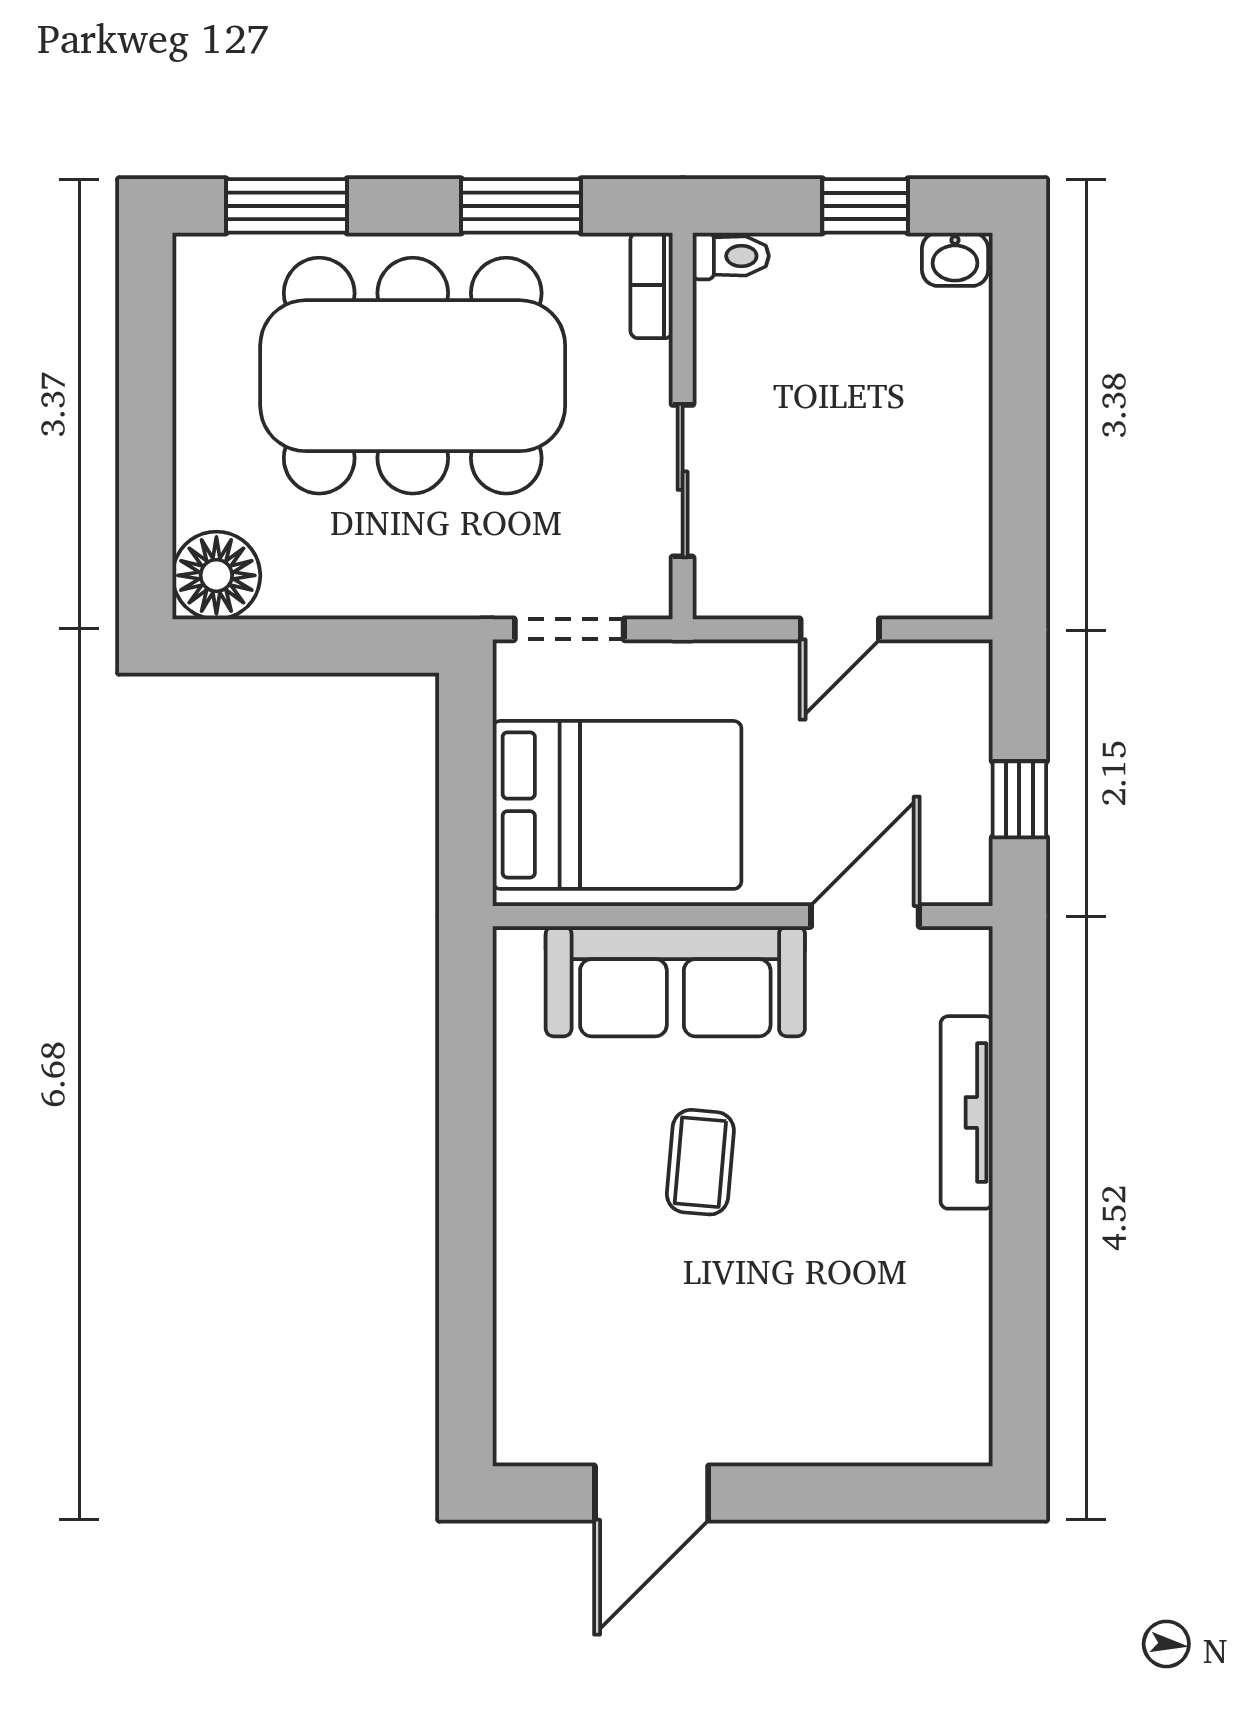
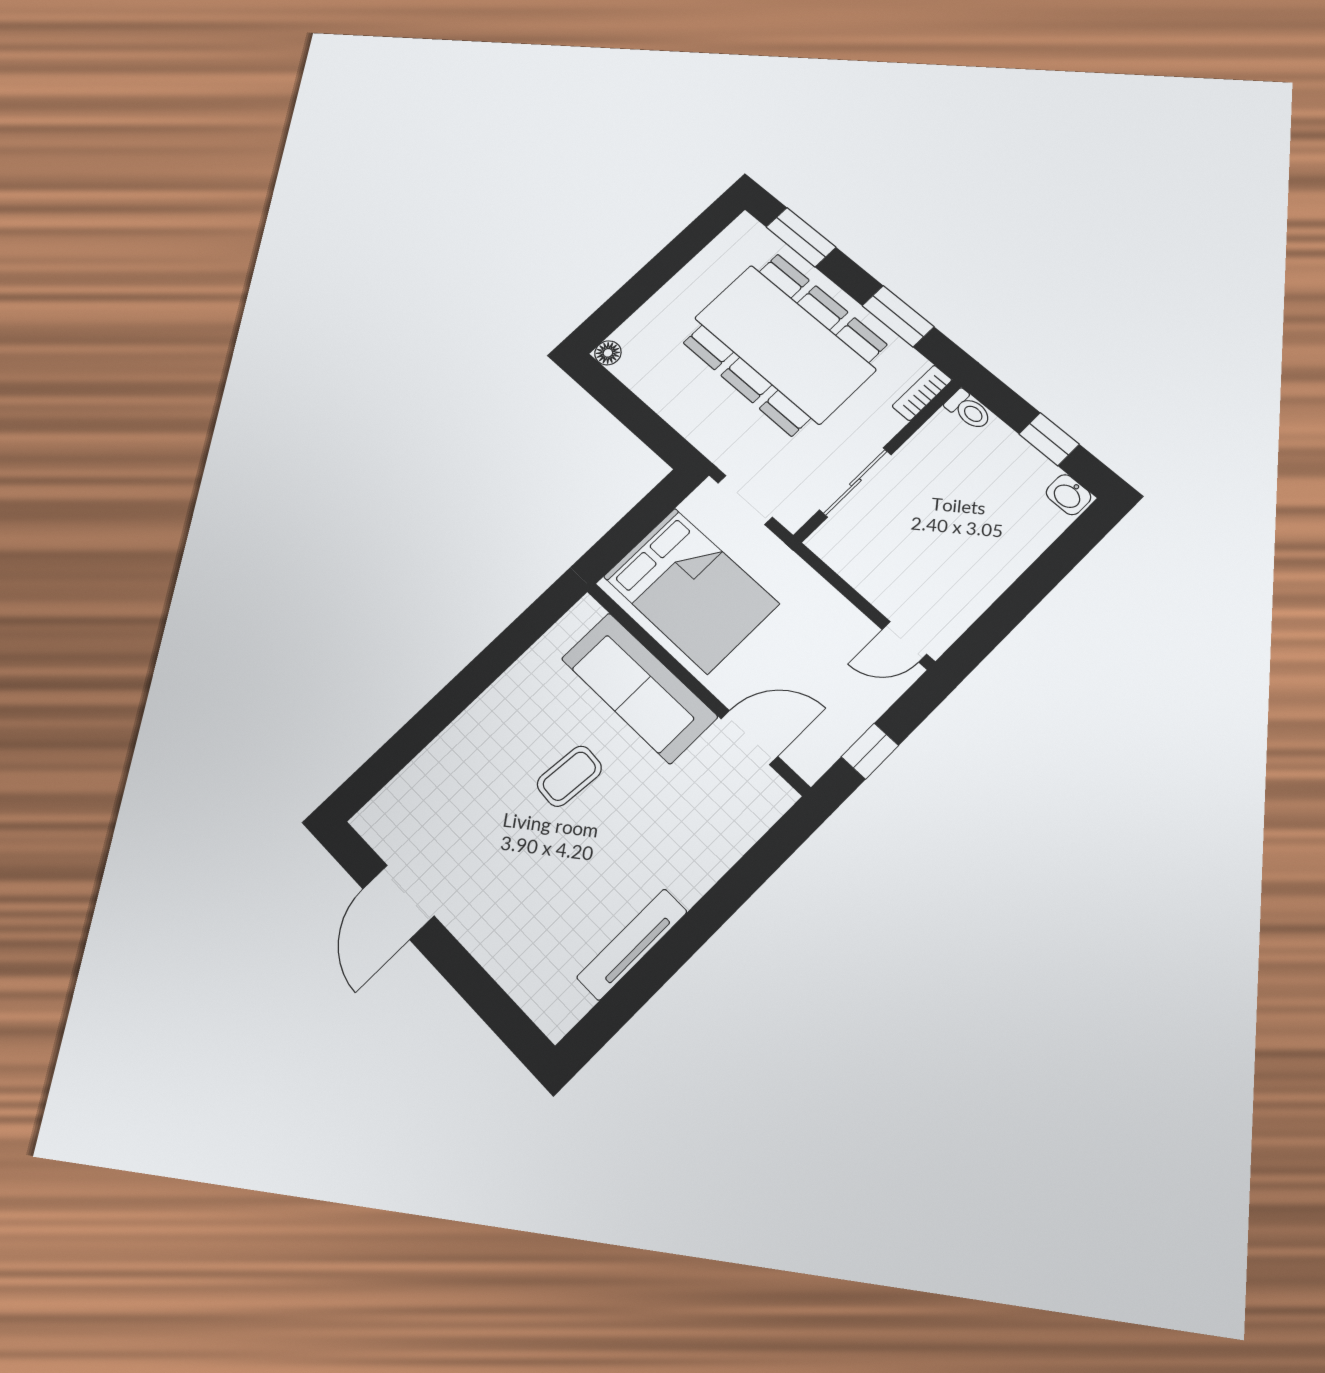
floor lamp: (216, 575) -> (608, 353), width x0.53, depth x0.53
door: (840, 629) -> (904, 642), moved
tv unit: (967, 1112) -> (632, 944), moved
door: (652, 1493) -> (398, 902), hinge flipped

